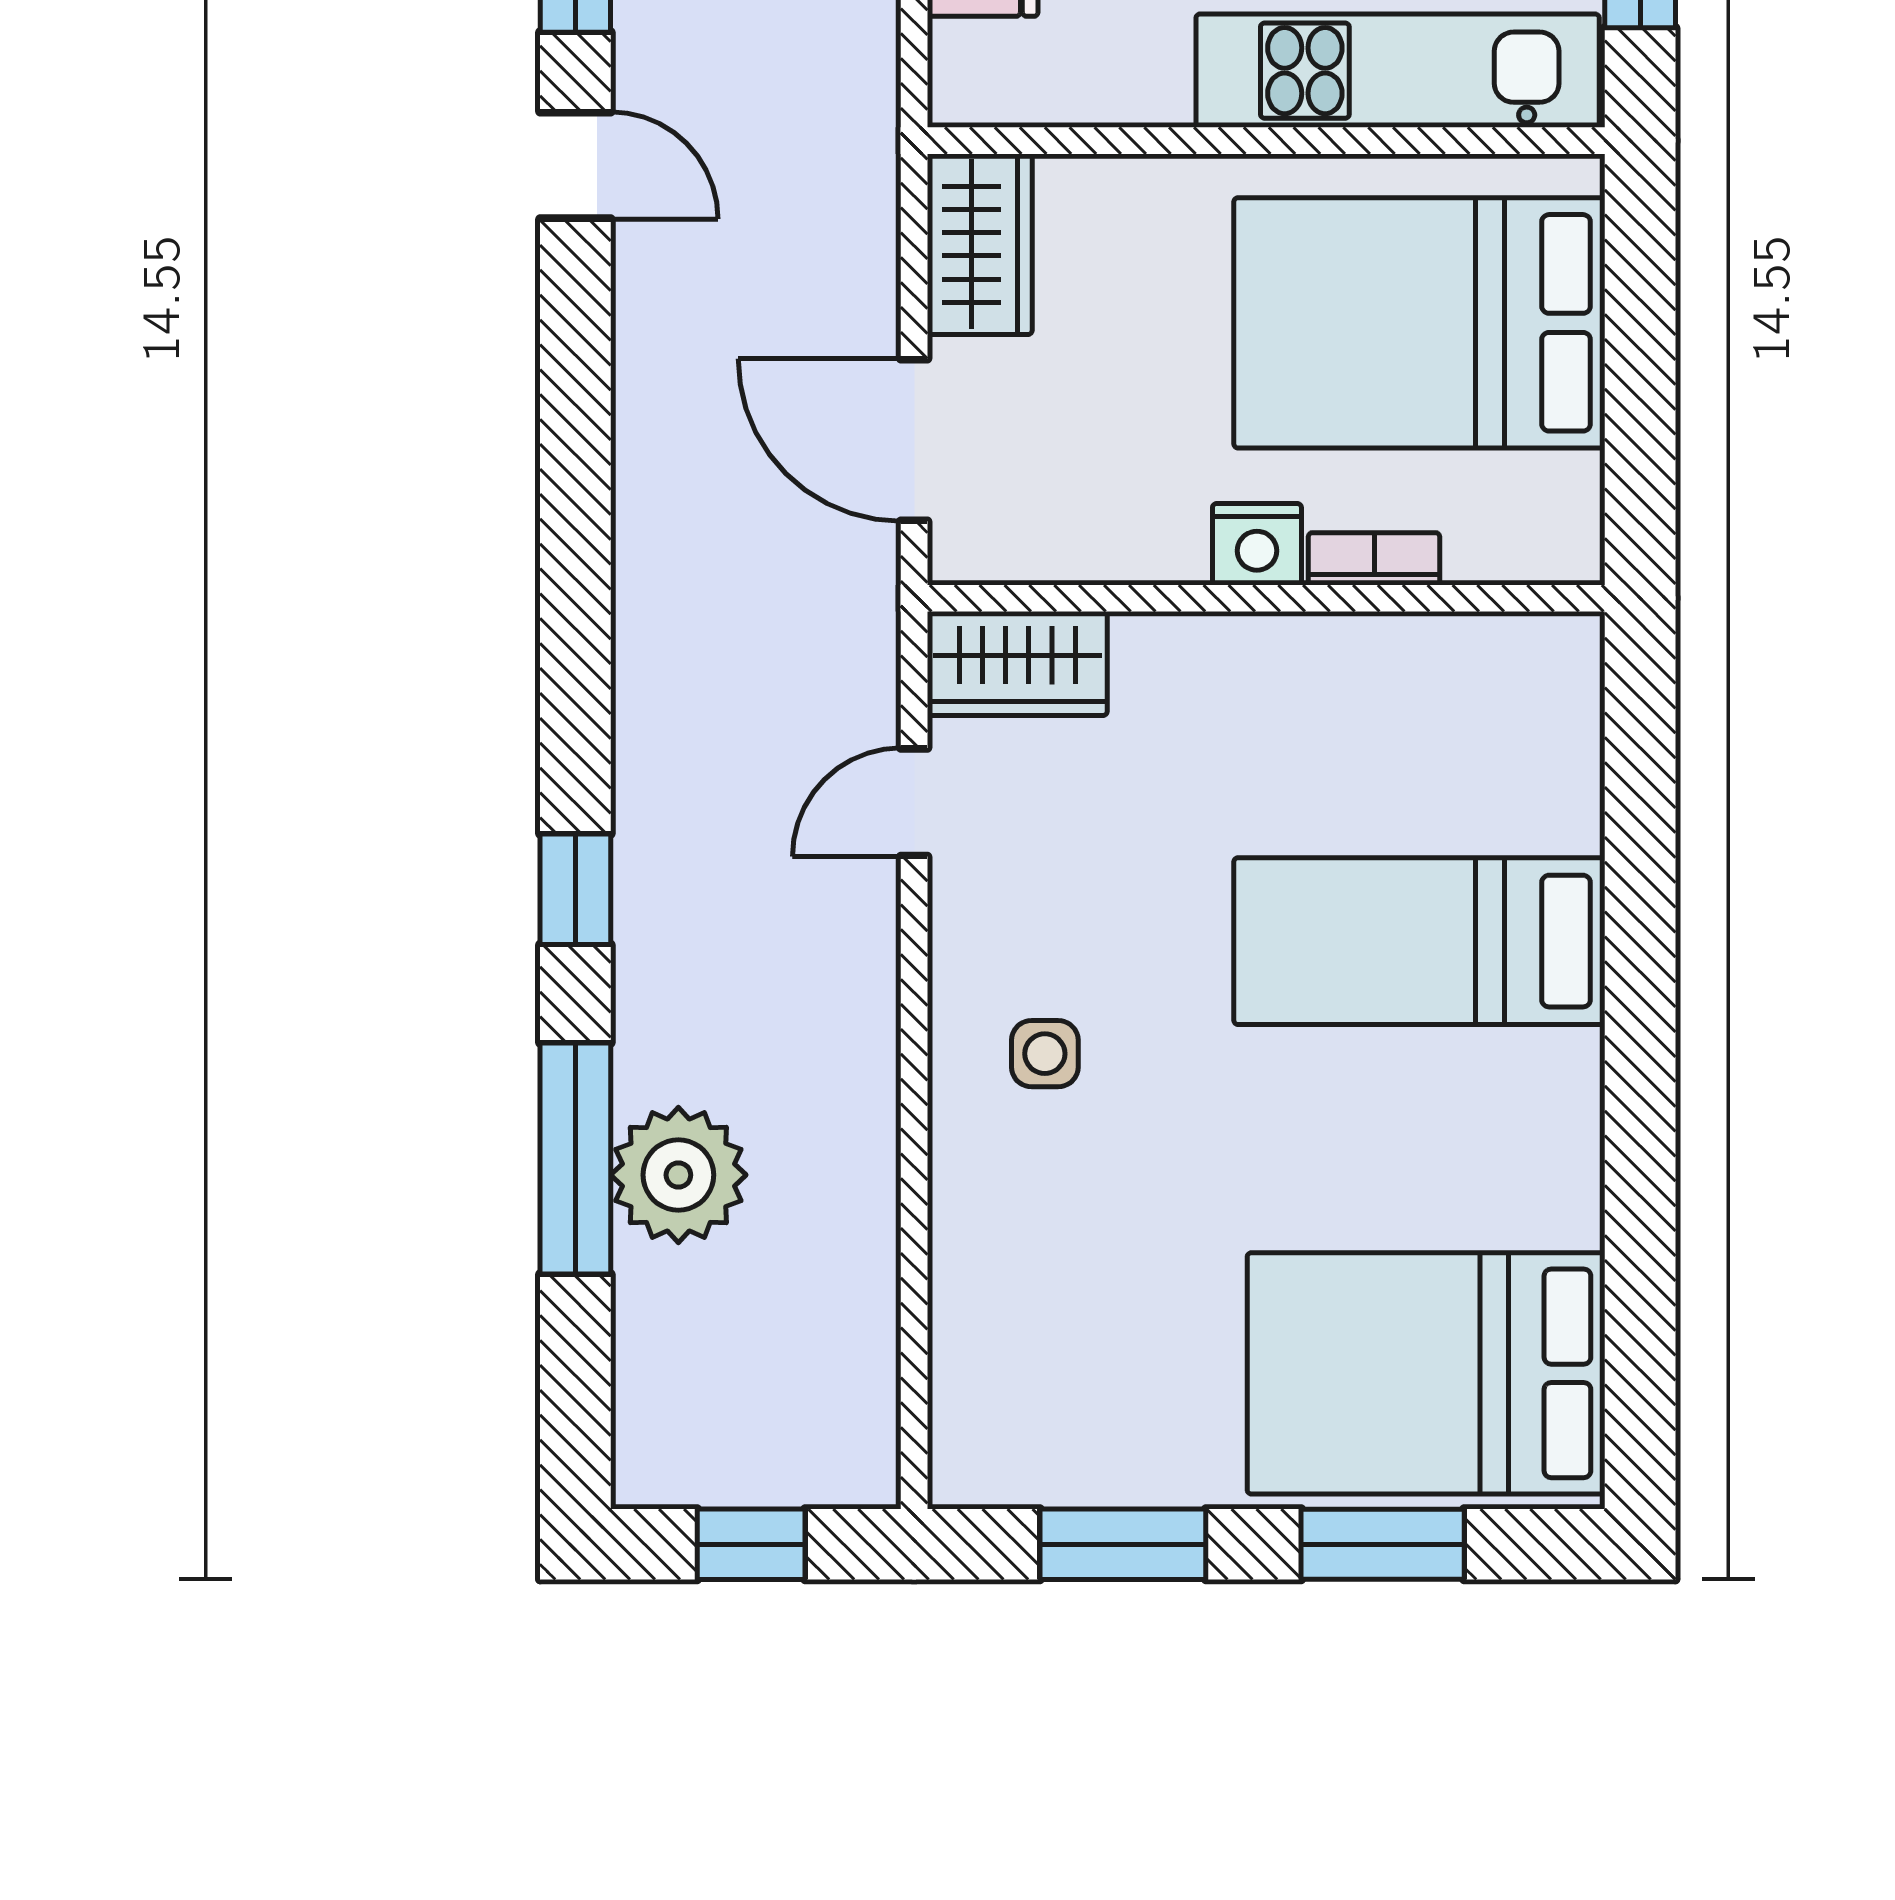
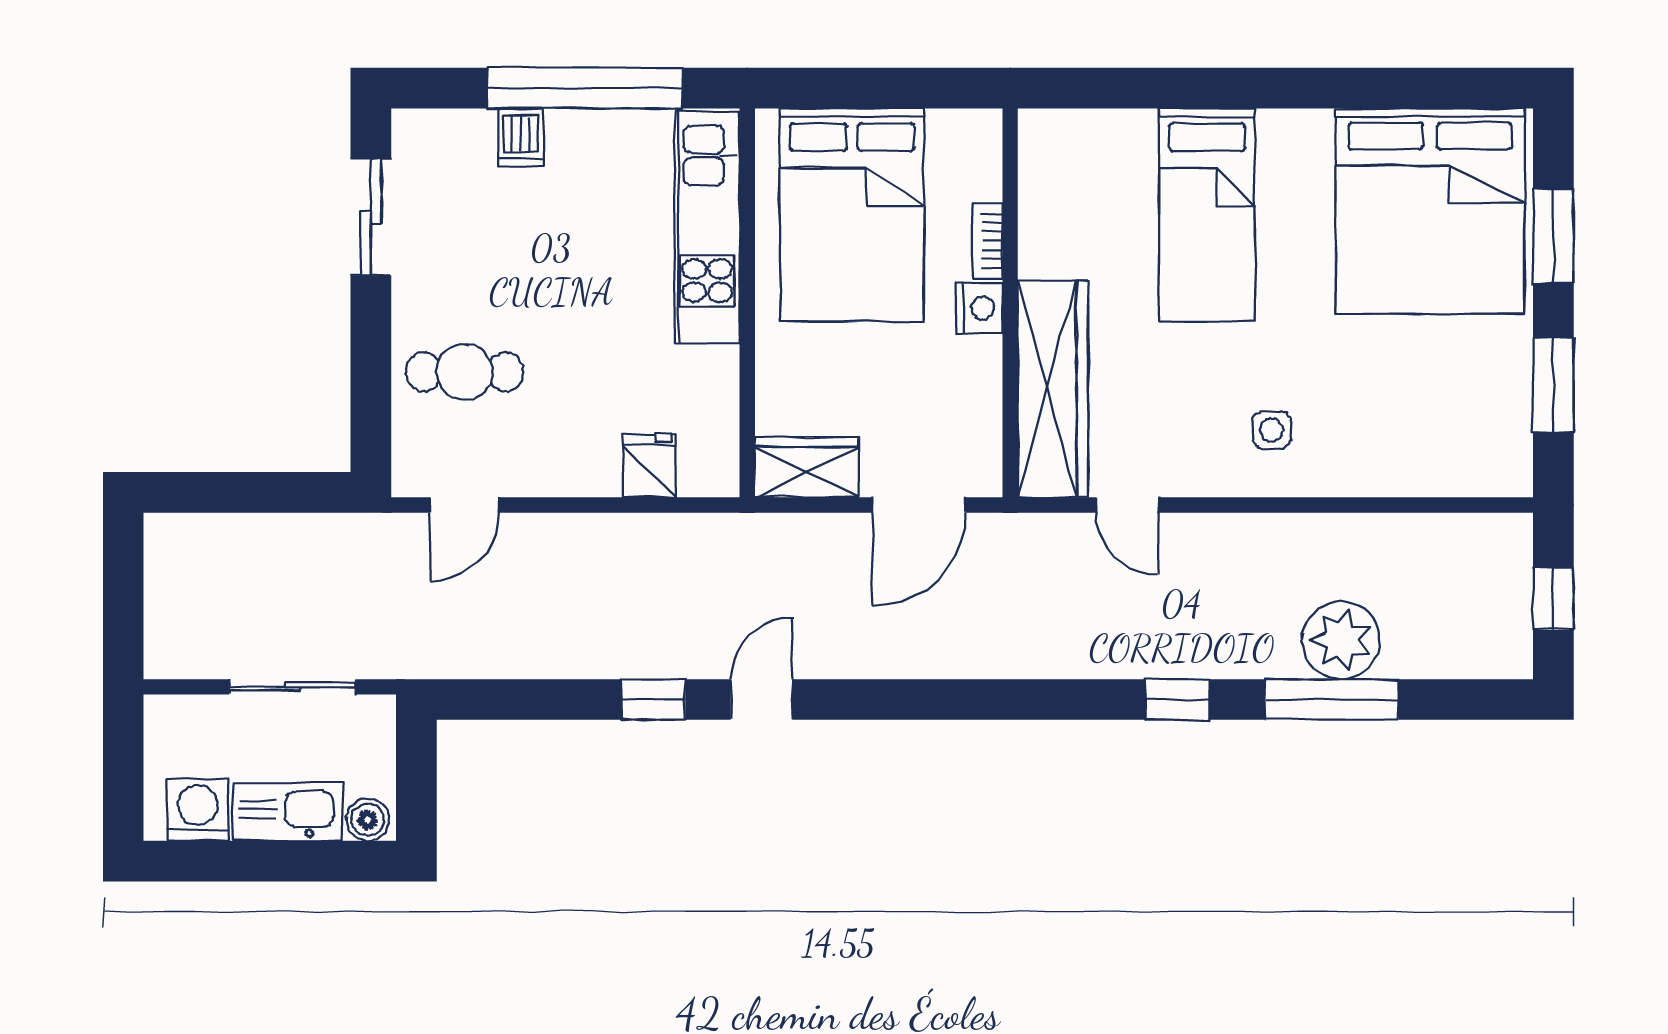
wardrobe: (1017, 664) -> (1053, 389), width x2.10, depth x1.17
bed: (1426, 1373) -> (1430, 211), width x1.36

